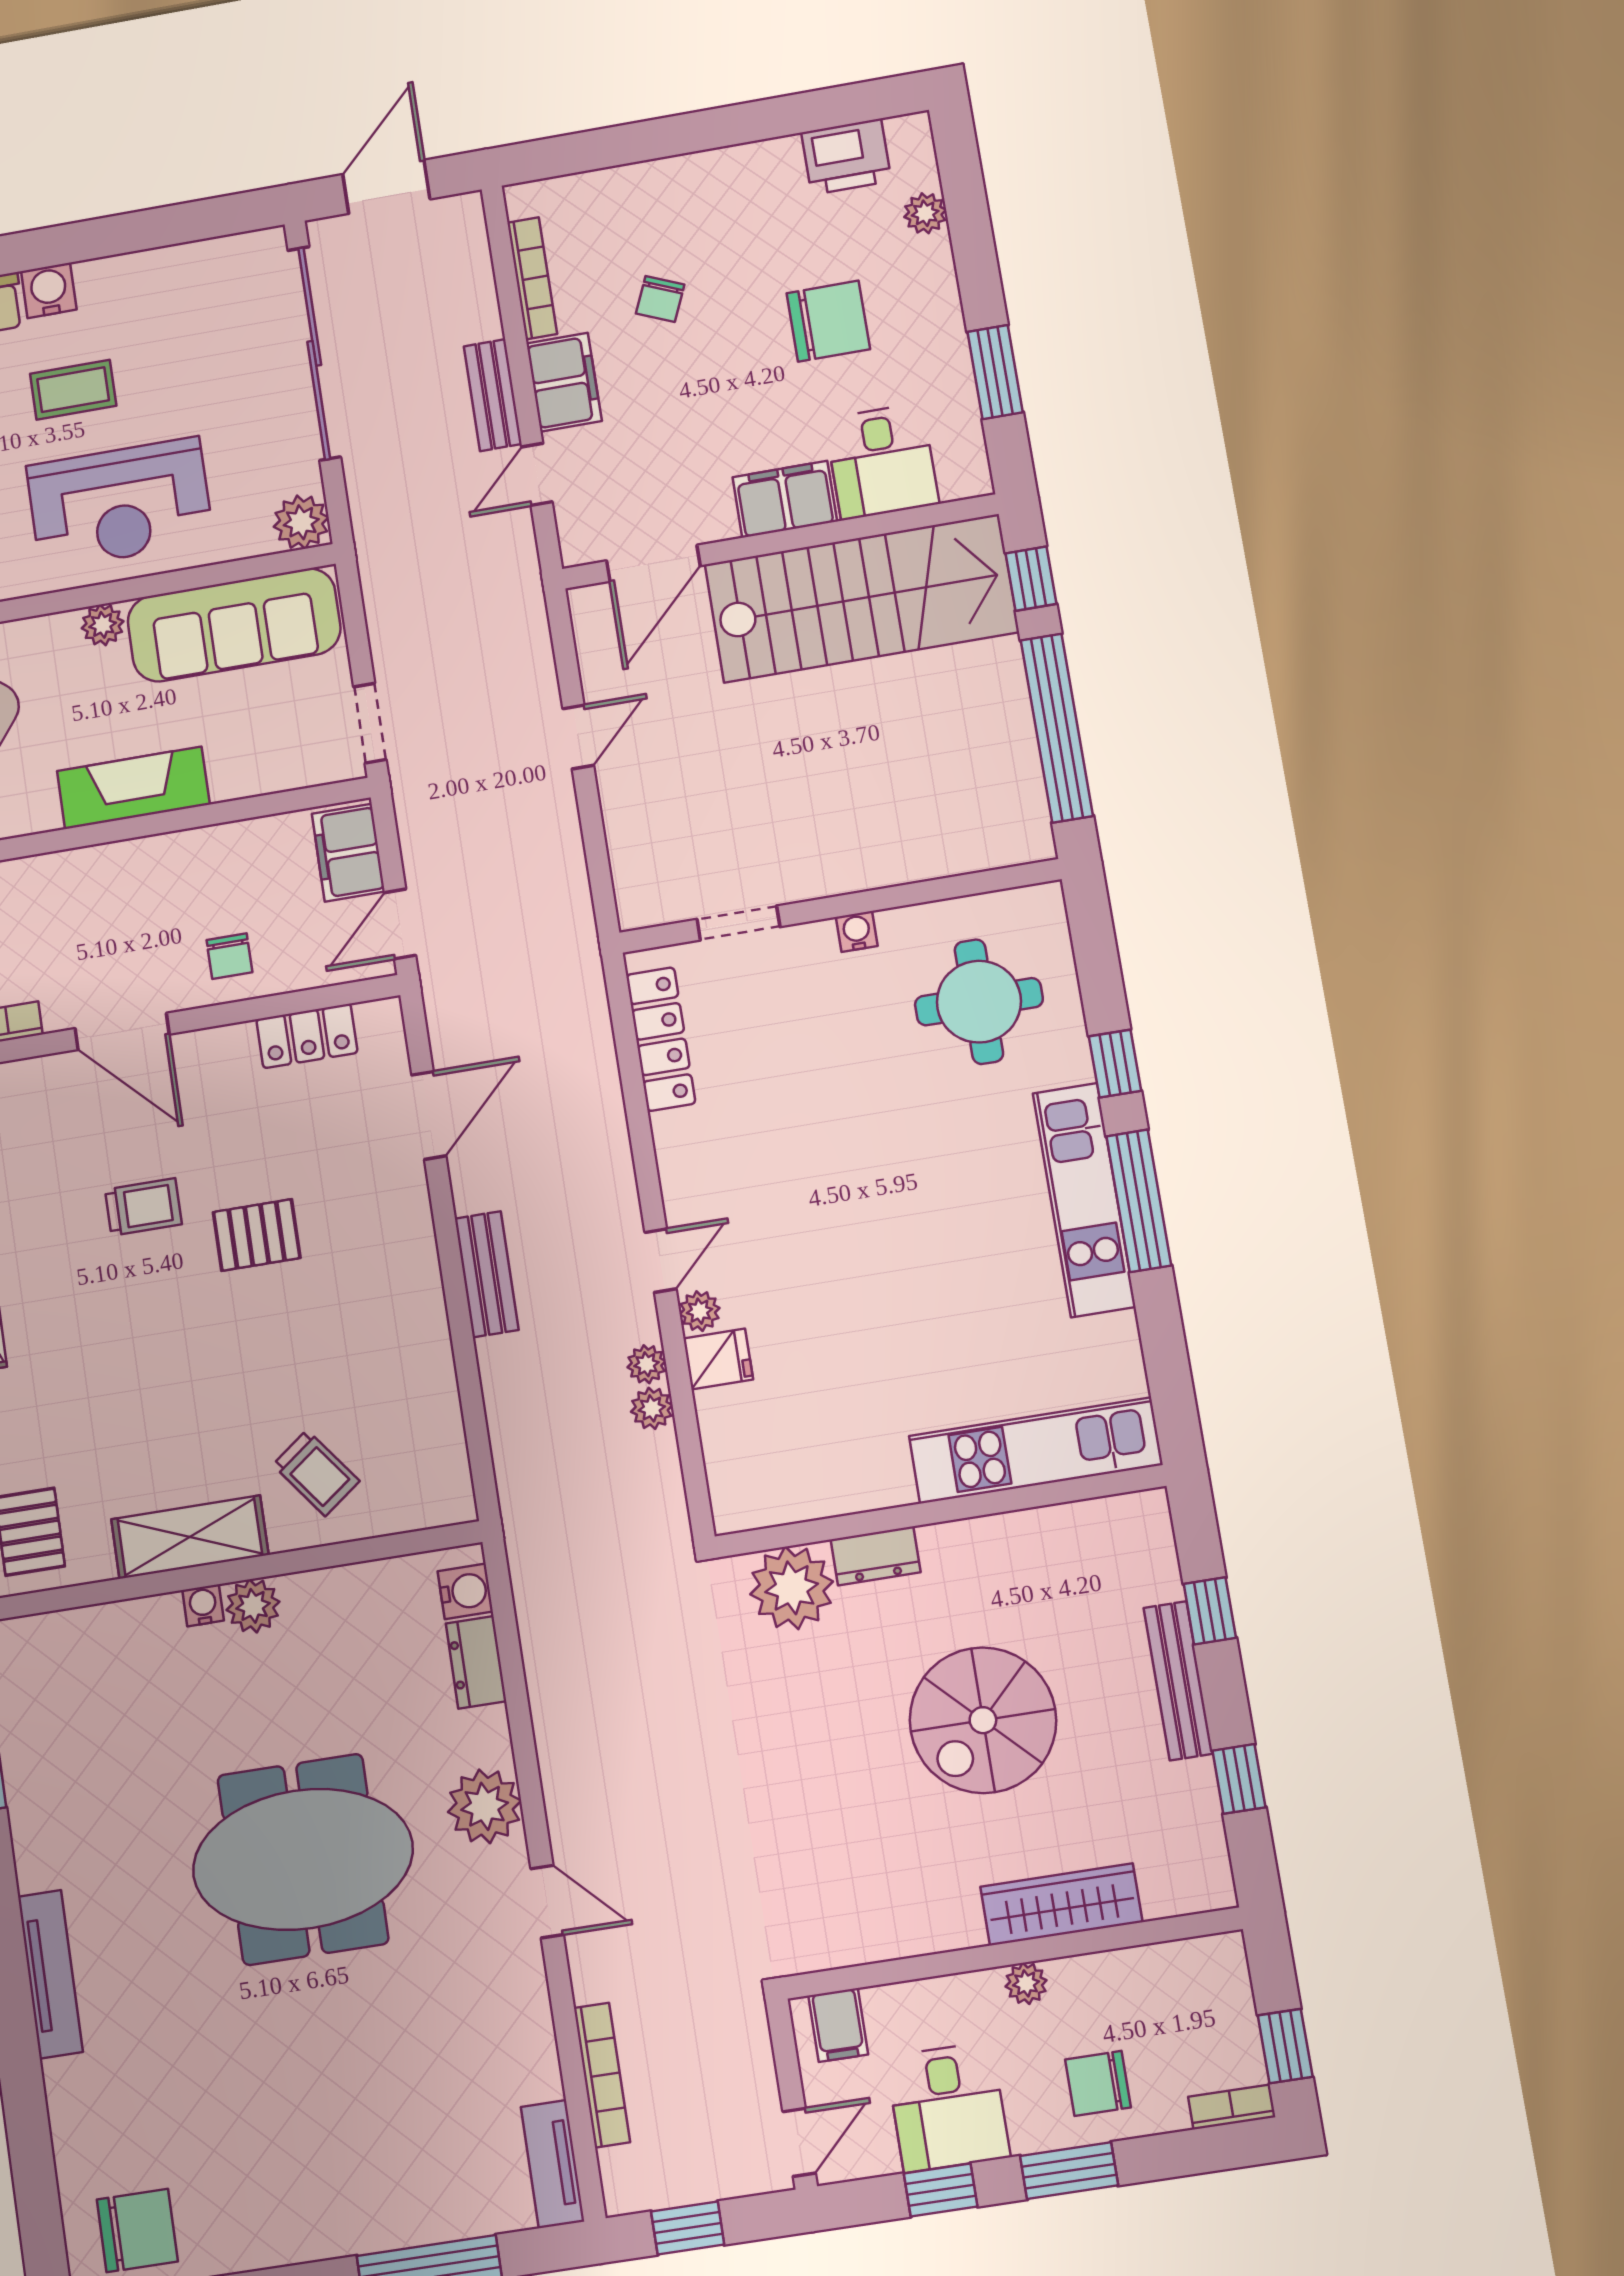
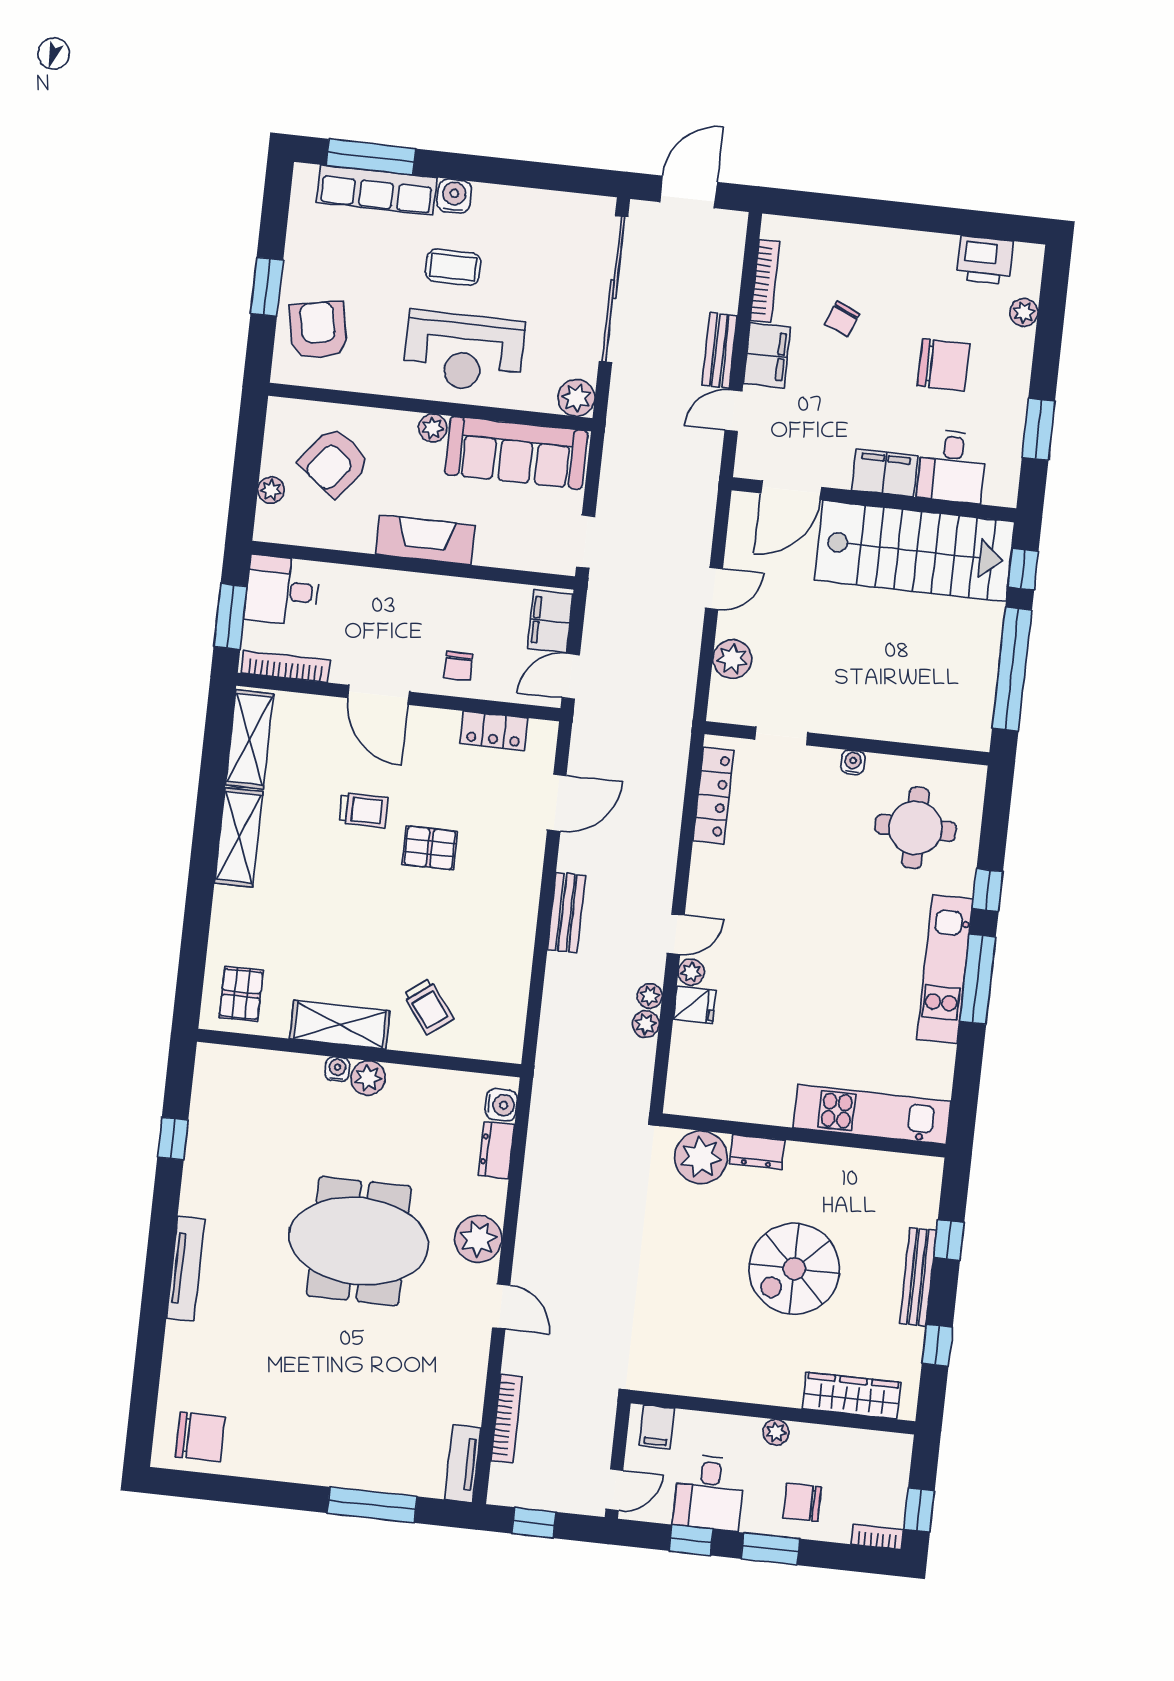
plant: (634, 831) -> (732, 659), added
wardrobe: (1061, 1904) -> (852, 1396), moved

